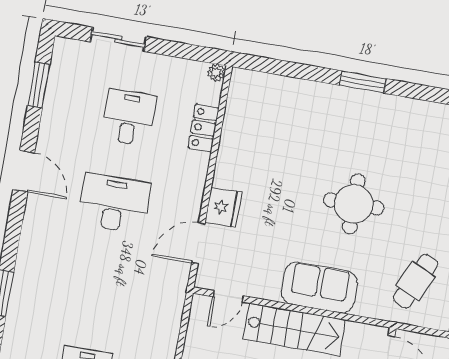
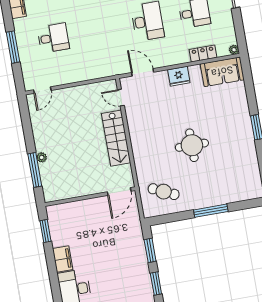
fridge: (223, 207) -> (179, 76), moved
sofa: (319, 288) -> (222, 72), moved, turned 90

